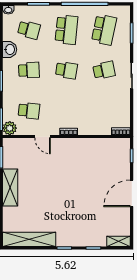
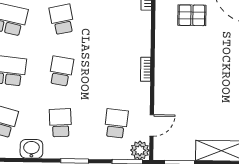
door: (43, 137) -> (152, 125), moved
pallet: (108, 165) -> (192, 15), added

